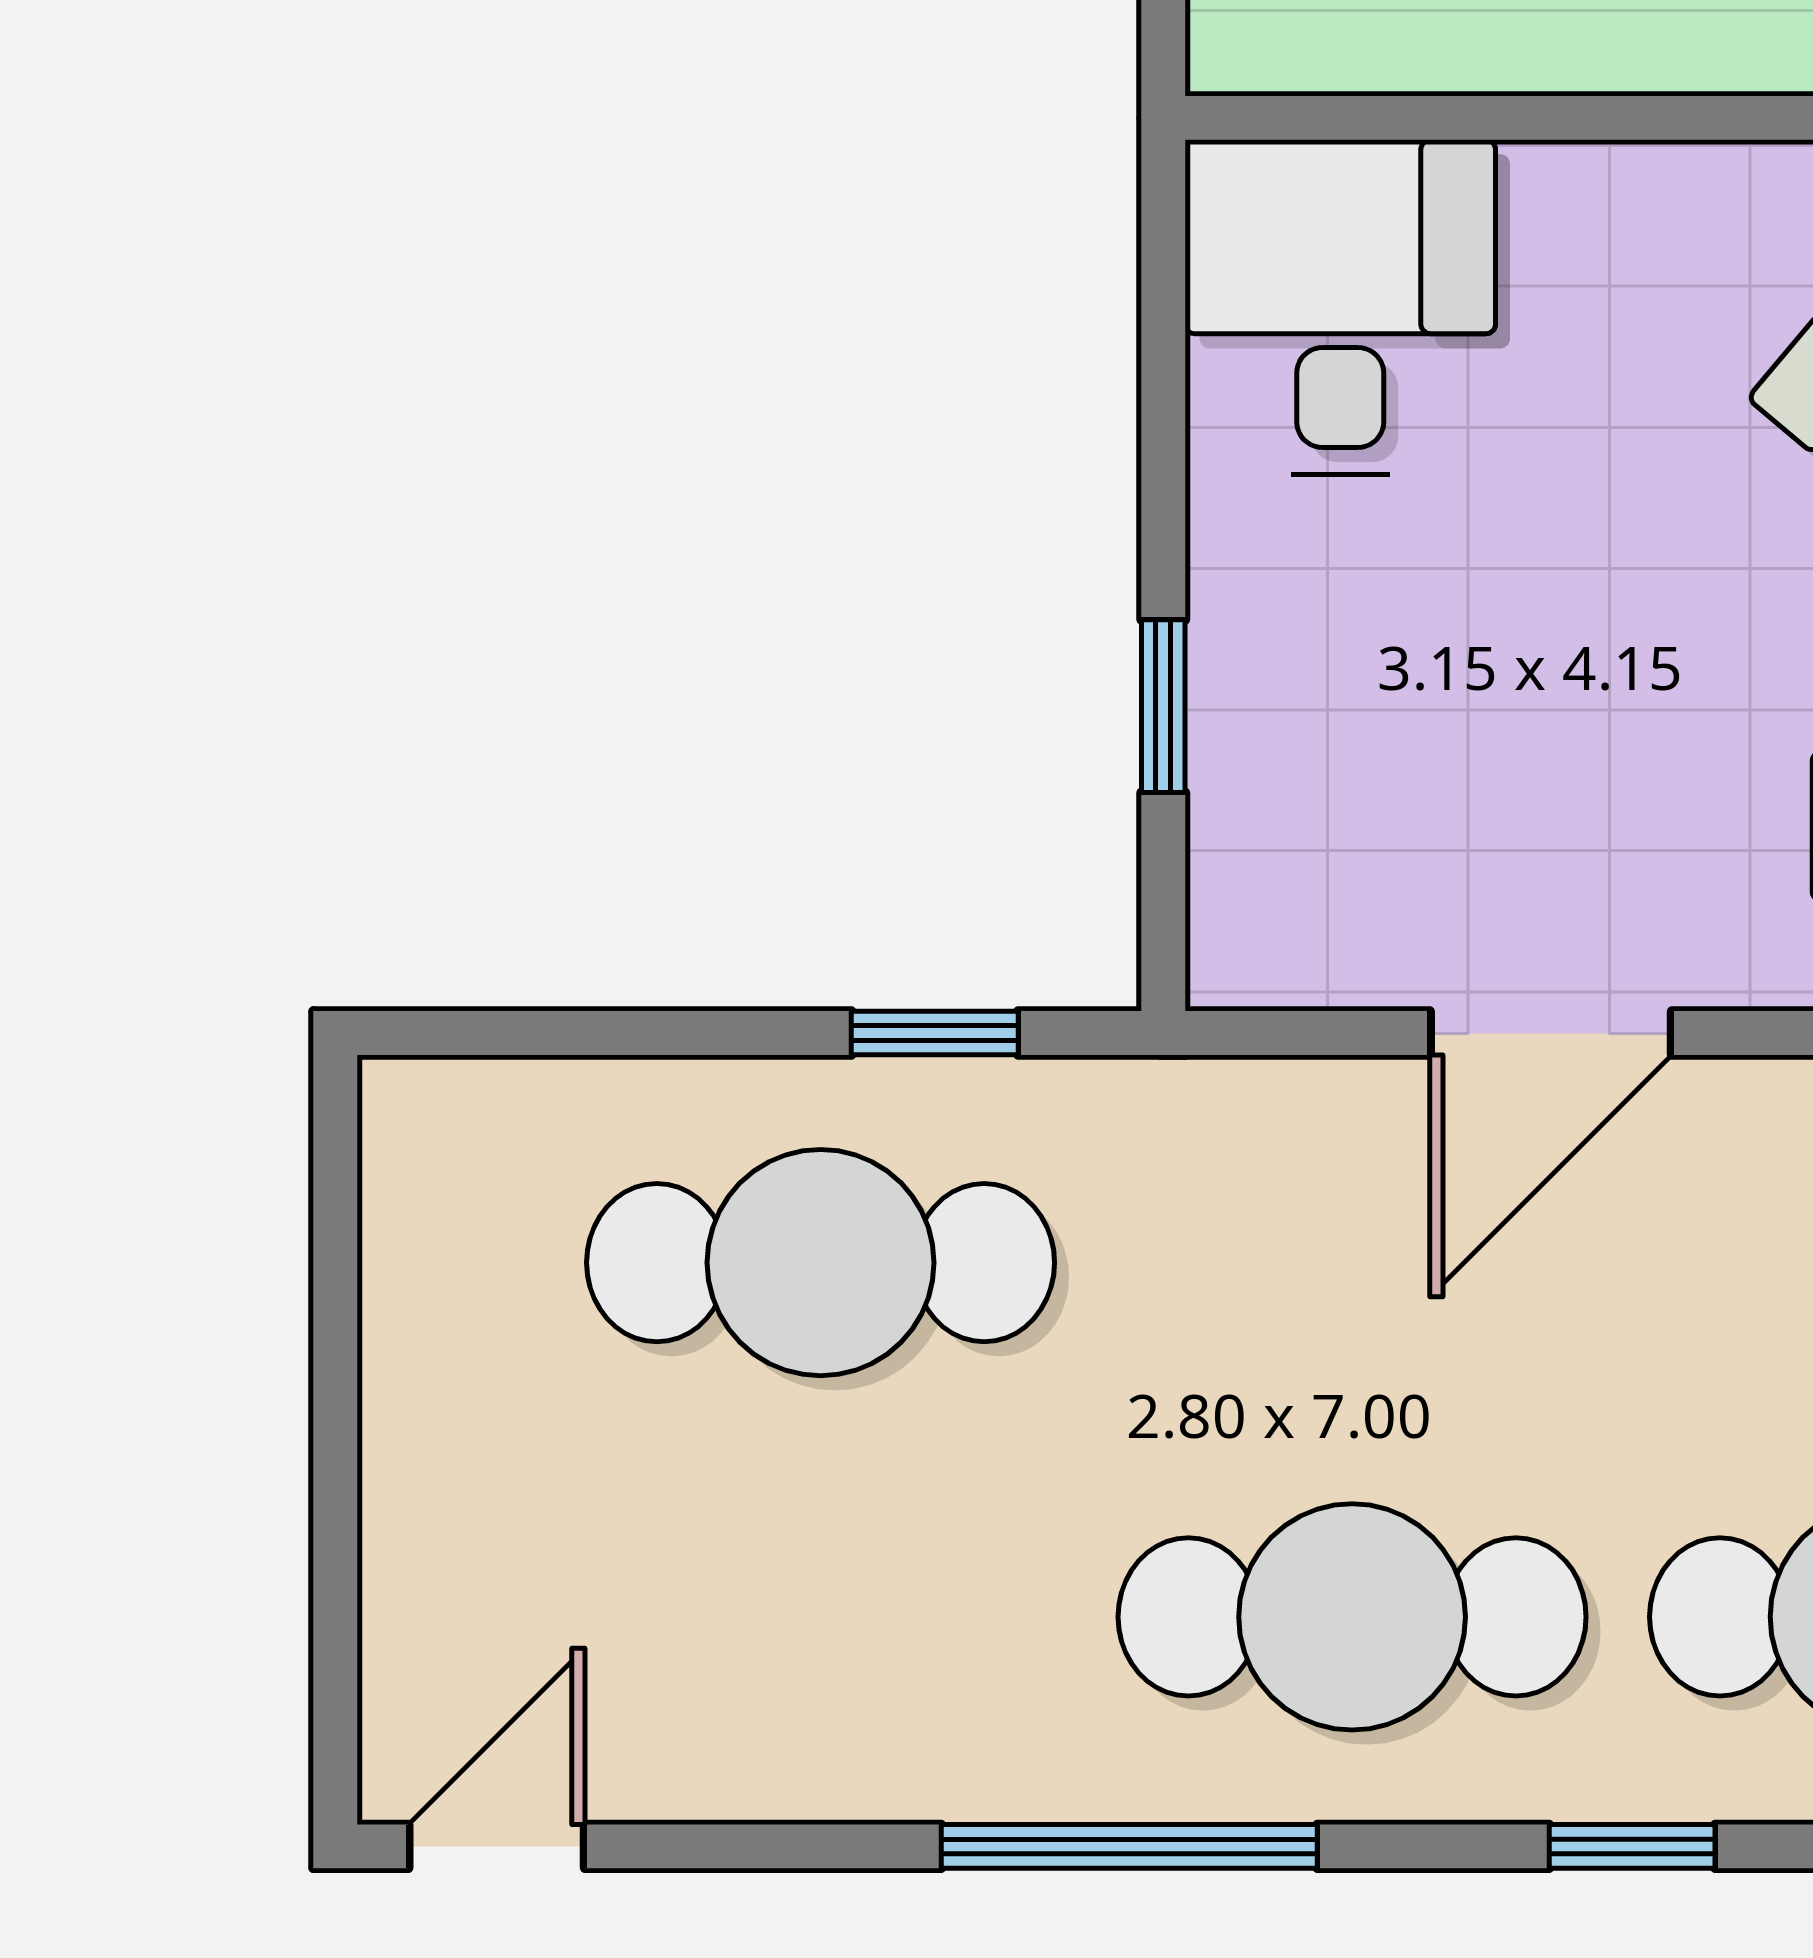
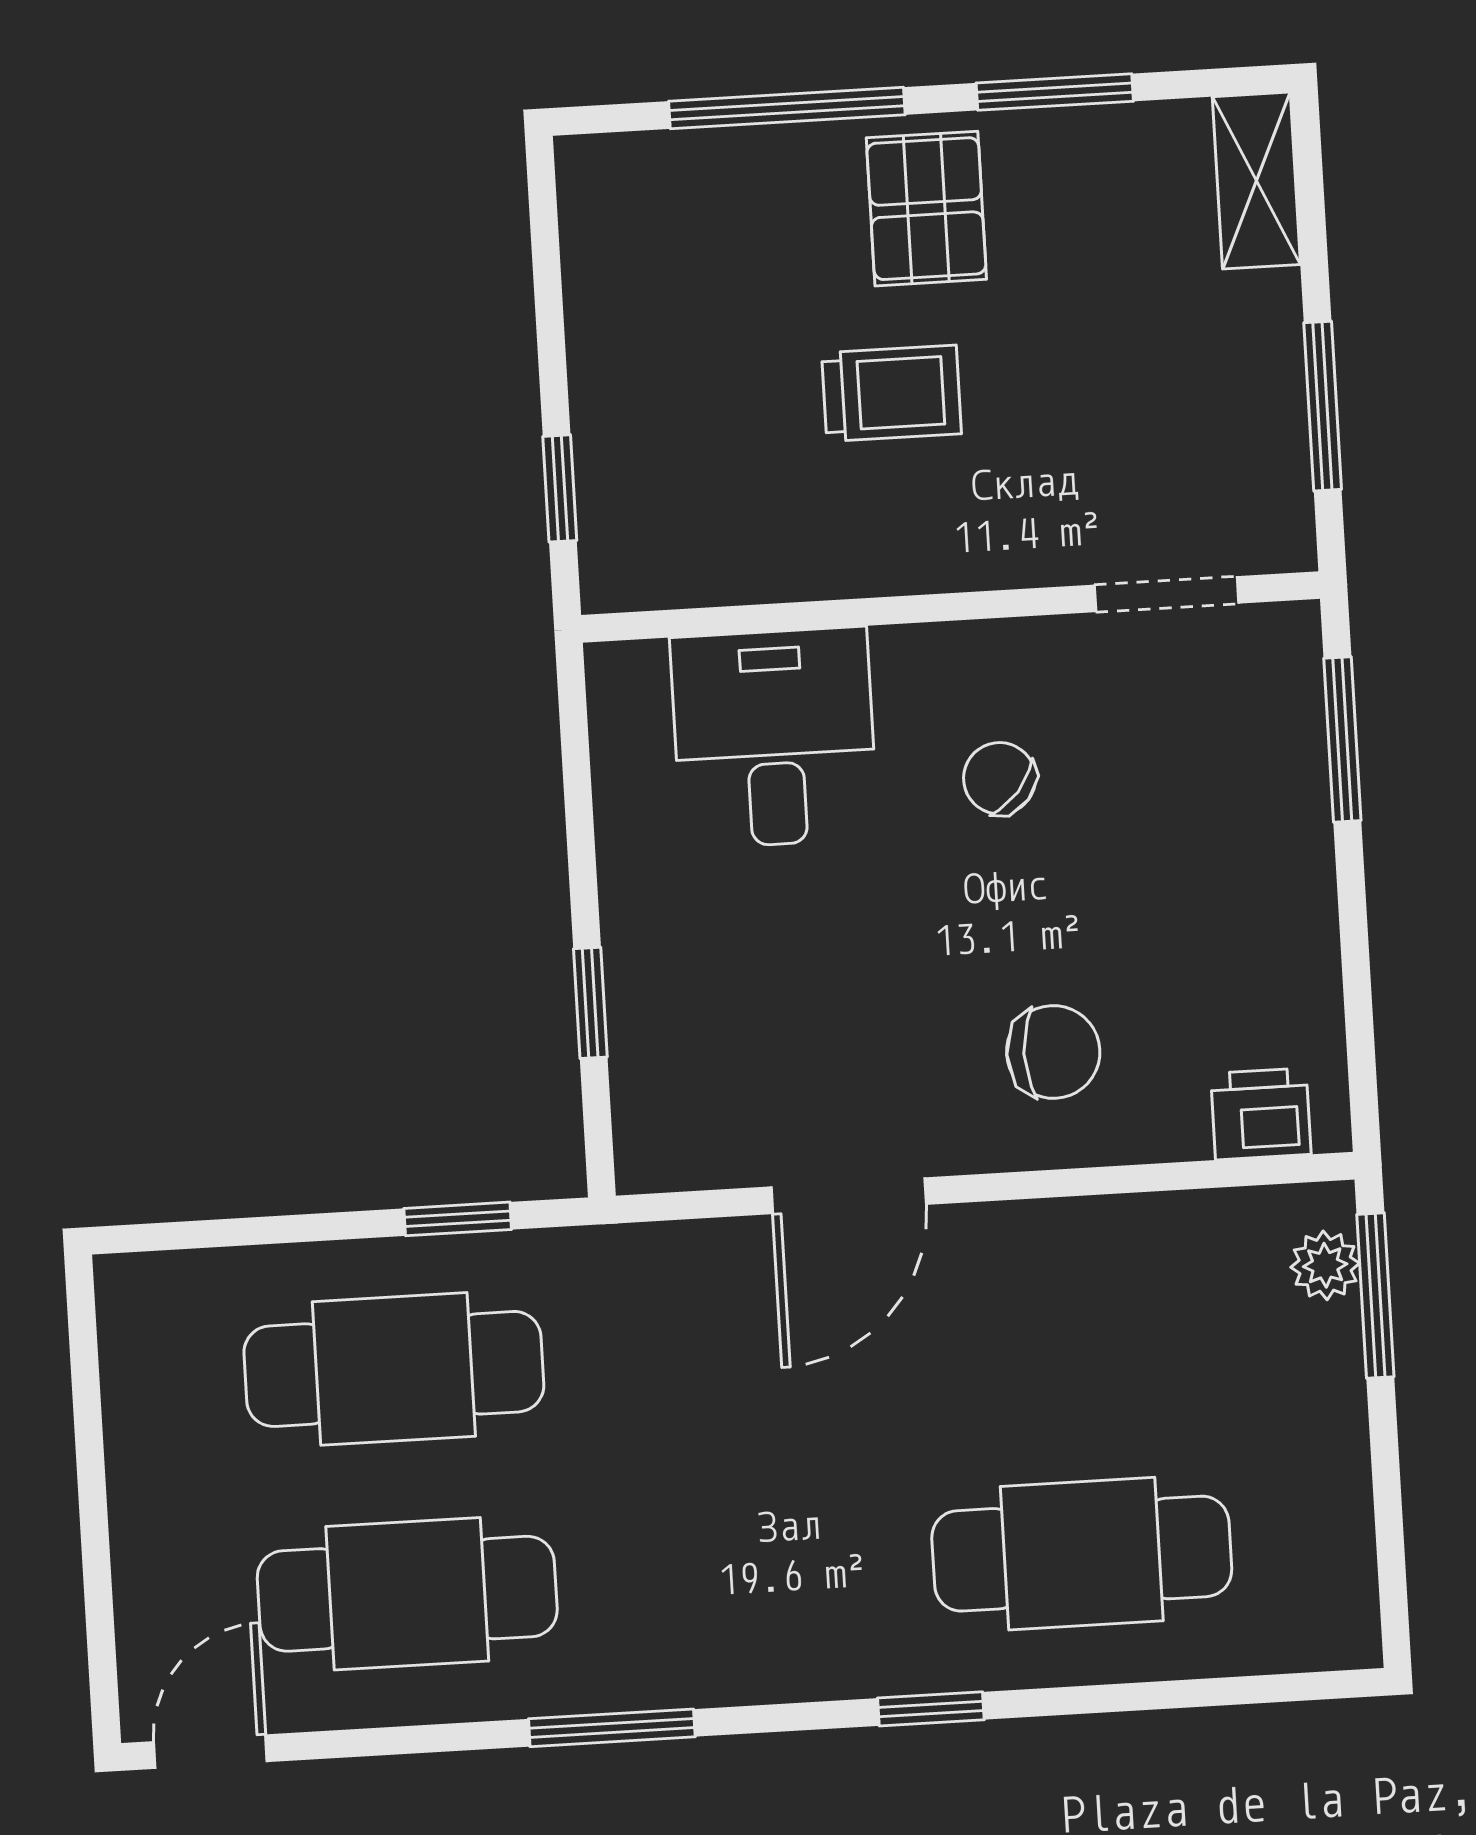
desk: (1340, 307) -> (774, 738), moved
cafe table: (1352, 1617) -> (407, 1594), moved
window: (1129, 1846) -> (612, 1728), width x0.69

